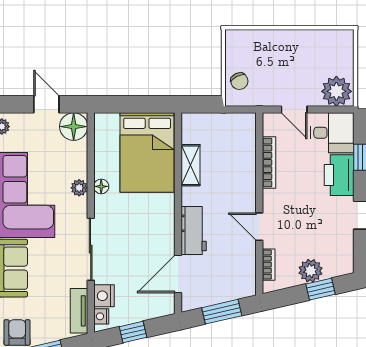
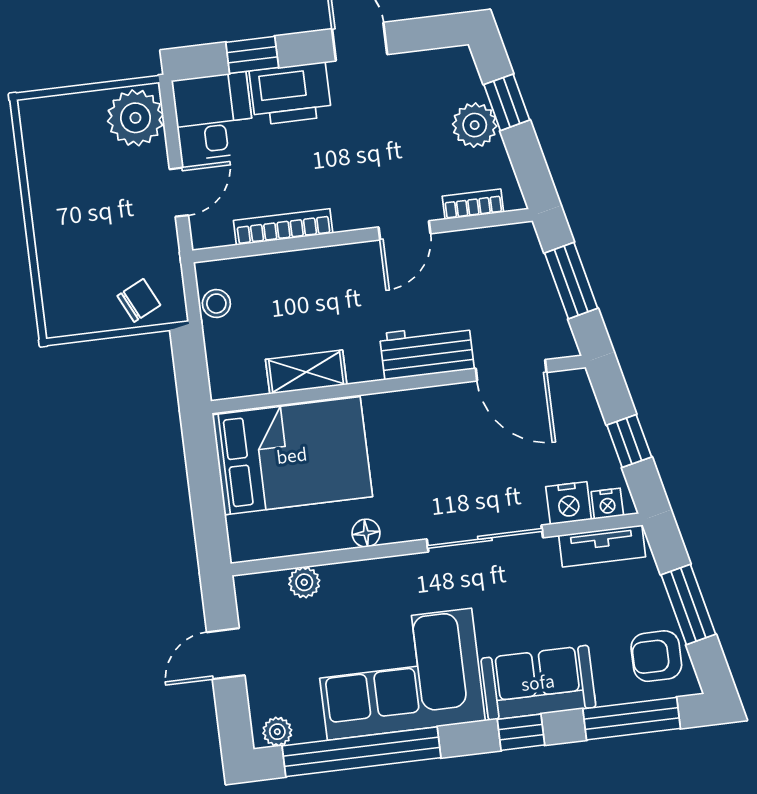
stool: (233, 122) -> (216, 304), added
floor lamp: (74, 127) -> (261, 598), removed
plant: (79, 188) -> (304, 582), moved

